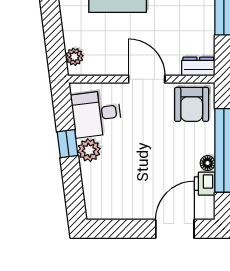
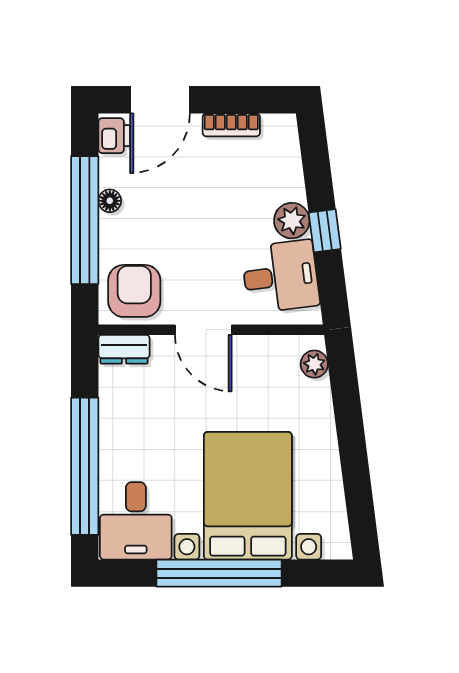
printer: (205, 184) -> (114, 136), moved
bookcase: (128, 212) -> (231, 125), added

